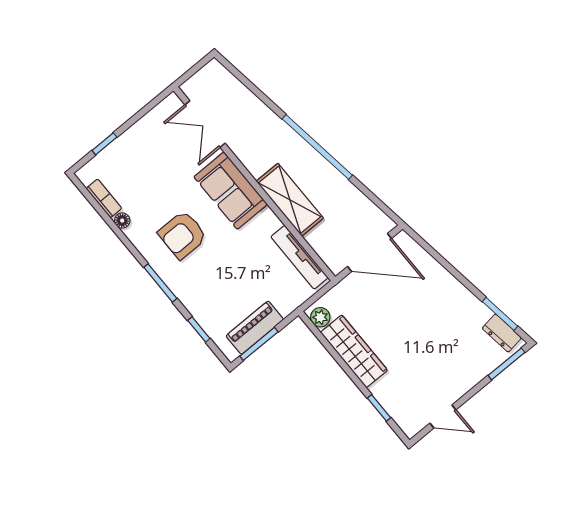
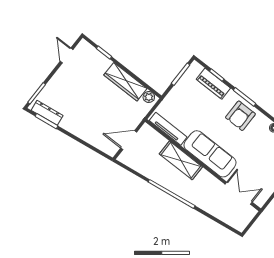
sofa: (231, 191) -> (210, 154), width x1.36
armchair: (182, 235) -> (240, 116), moved, turned 180
door: (369, 253) -> (129, 140), width x0.73
piano: (255, 328) -> (213, 84), moved, turned 90
dresser: (502, 333) -> (47, 113), width x1.44
door: (443, 417) -> (67, 55), hinge flipped

